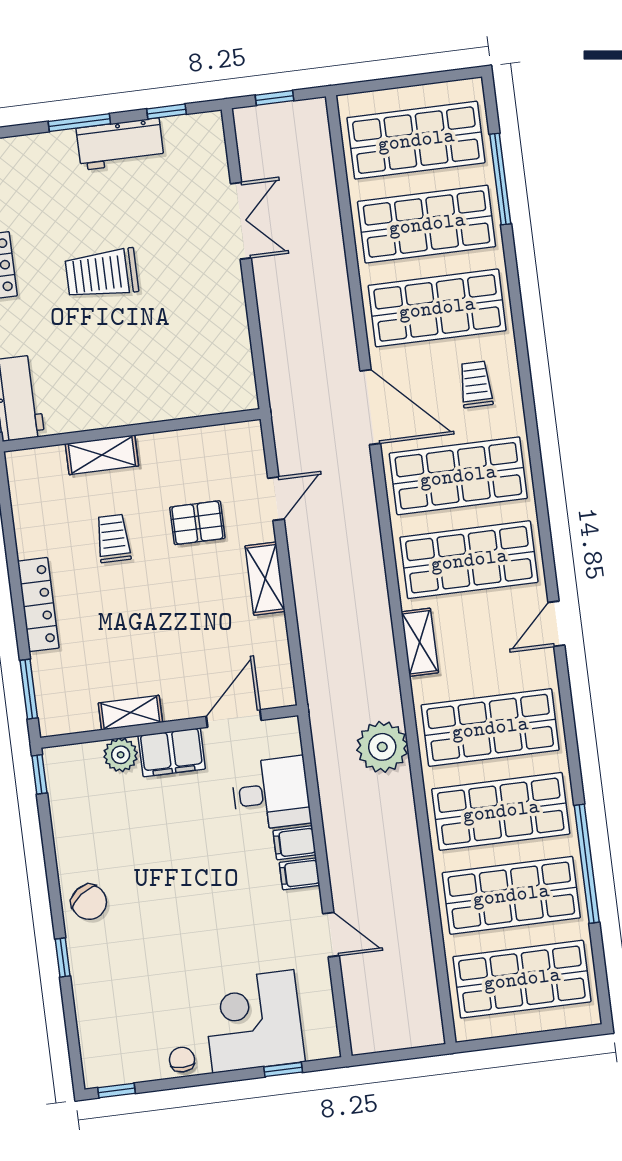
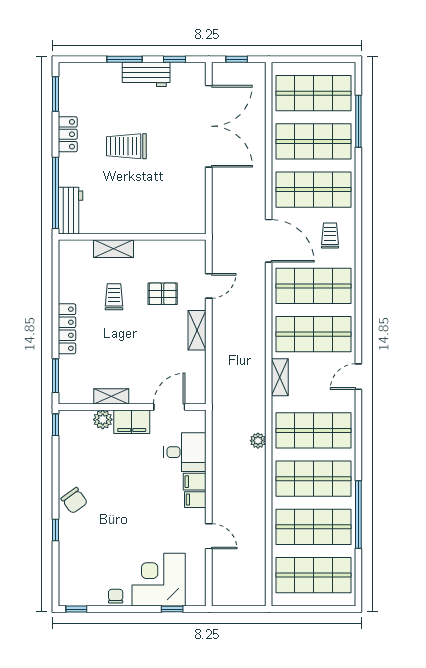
double door: (241, 221) -> (209, 126), width x1.87
plant: (382, 747) -> (258, 441), width x0.53, depth x0.53

